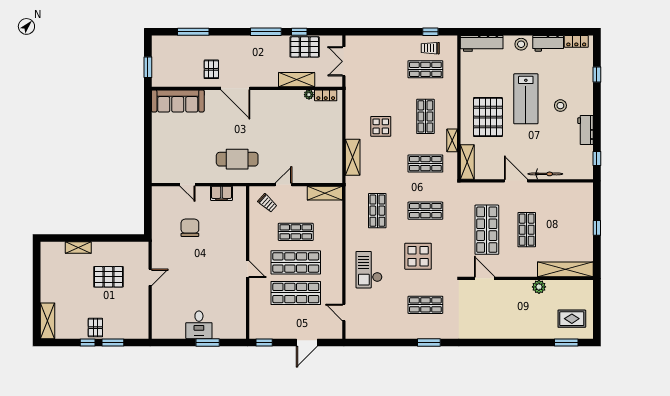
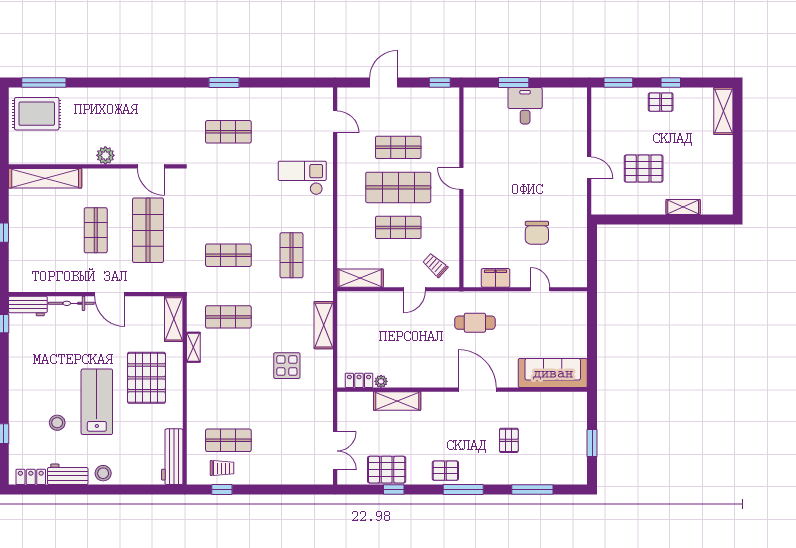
window: (266, 32) -> (463, 490), moved
workbench: (482, 43) -> (172, 457), moved, turned -90
pallet: (260, 46) -> (445, 471), added
shelving: (297, 80) -> (397, 401), moved
door: (235, 88) -> (477, 390), moved
wall: (247, 88) -> (462, 390), moved
plant: (309, 95) -> (381, 381), moved
locker: (326, 95) -> (359, 380), moved
sofa: (178, 101) -> (553, 373), moved
stool: (560, 106) -> (57, 423), moved
shop shelf: (425, 116) -> (228, 379), removed
workbench: (586, 130) -> (28, 306), moved, turned 90
cafe table: (237, 159) -> (475, 323), width x0.73, depth x0.74
display table: (418, 256) -> (238, 196), removed
checkout: (369, 270) -> (302, 178), turned -90
door: (150, 277) -> (589, 168), swing flipped
plant: (539, 287) -> (105, 155), moved
shop shelf: (296, 293) -> (398, 147), width x0.70, depth x0.74
rug: (572, 319) -> (37, 114), width x1.36, depth x1.43
pallet: (95, 328) -> (661, 102), turned 90
window: (113, 342) -> (618, 83), moved
window: (566, 342) -> (44, 83), width x1.44

